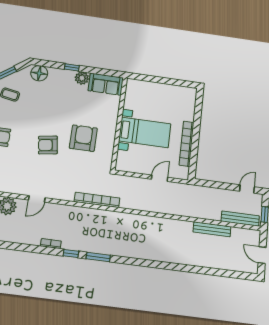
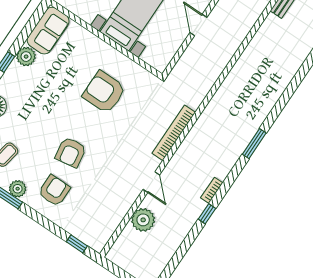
armchair: (48, 145) -> (71, 152), moved
bookcase: (97, 200) -> (174, 133), moved
window: (71, 253) -> (207, 214), moved

